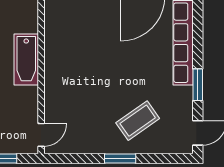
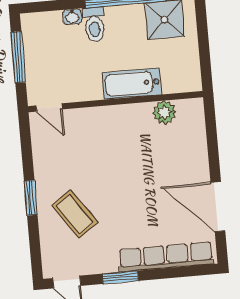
plant: (54, 33) -> (164, 112), added

